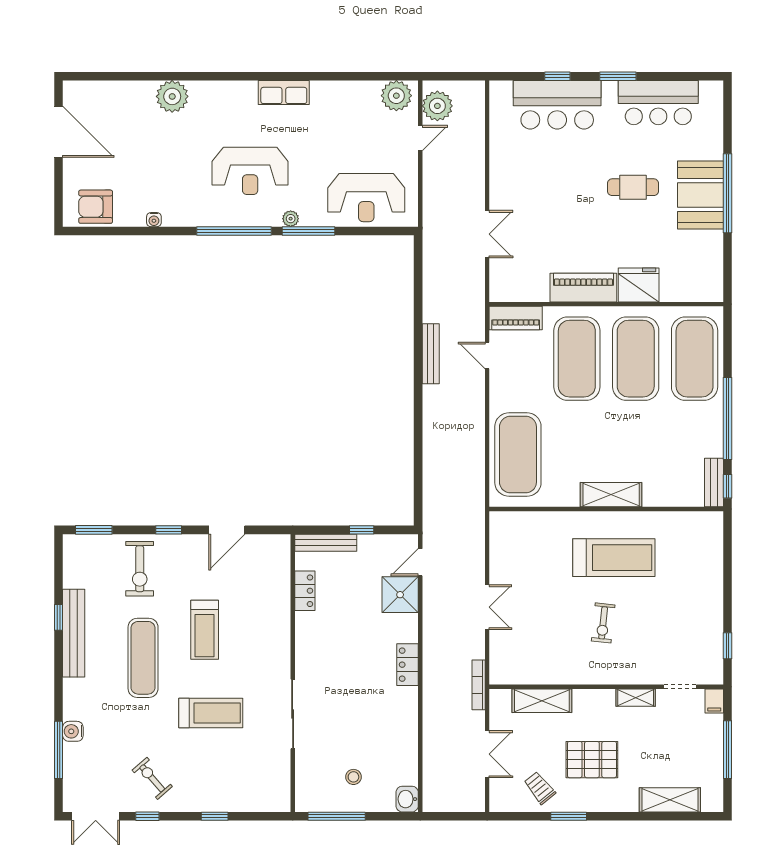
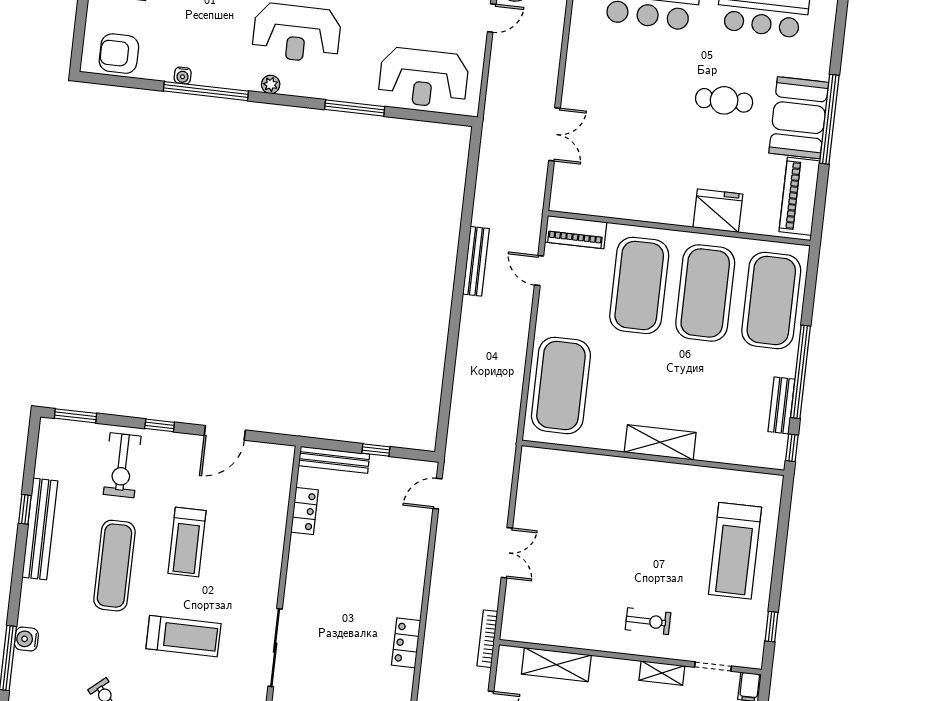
plant: (291, 219) -> (271, 84), moved
window: (234, 231) -> (206, 91), moved
piano: (583, 288) -> (799, 196), moved, turned -90
bench: (714, 483) -> (781, 405), moved
treadmill: (614, 558) -> (735, 551), moved, turned 90
shower: (400, 595) -> (411, 528), removed
exercise bike: (603, 623) -> (648, 621), moved, turned -96
locker: (407, 665) -> (406, 643), moved

